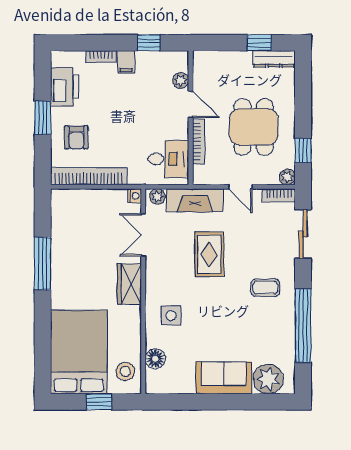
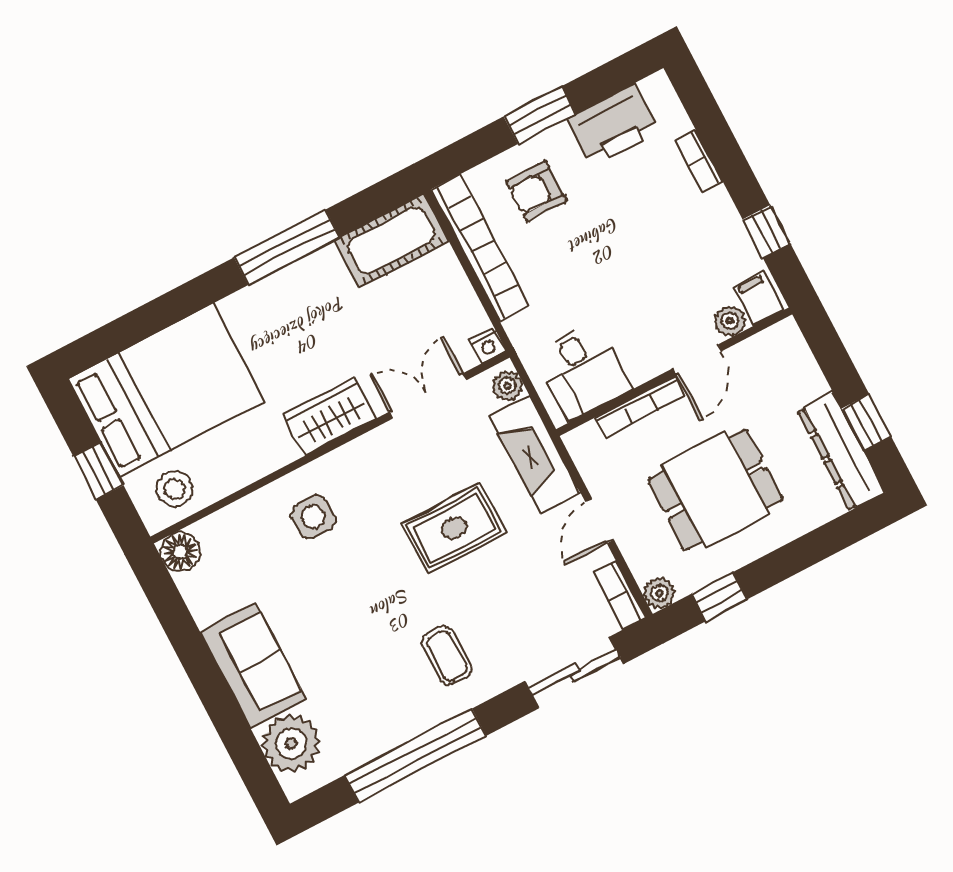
dresser: (274, 59) -> (841, 451), width x1.37, depth x1.24
filing cabinet: (126, 62) -> (758, 298), moved, turned 90
cot: (64, 215) -> (391, 241), added
floor lamp: (155, 359) -> (180, 552), moved

